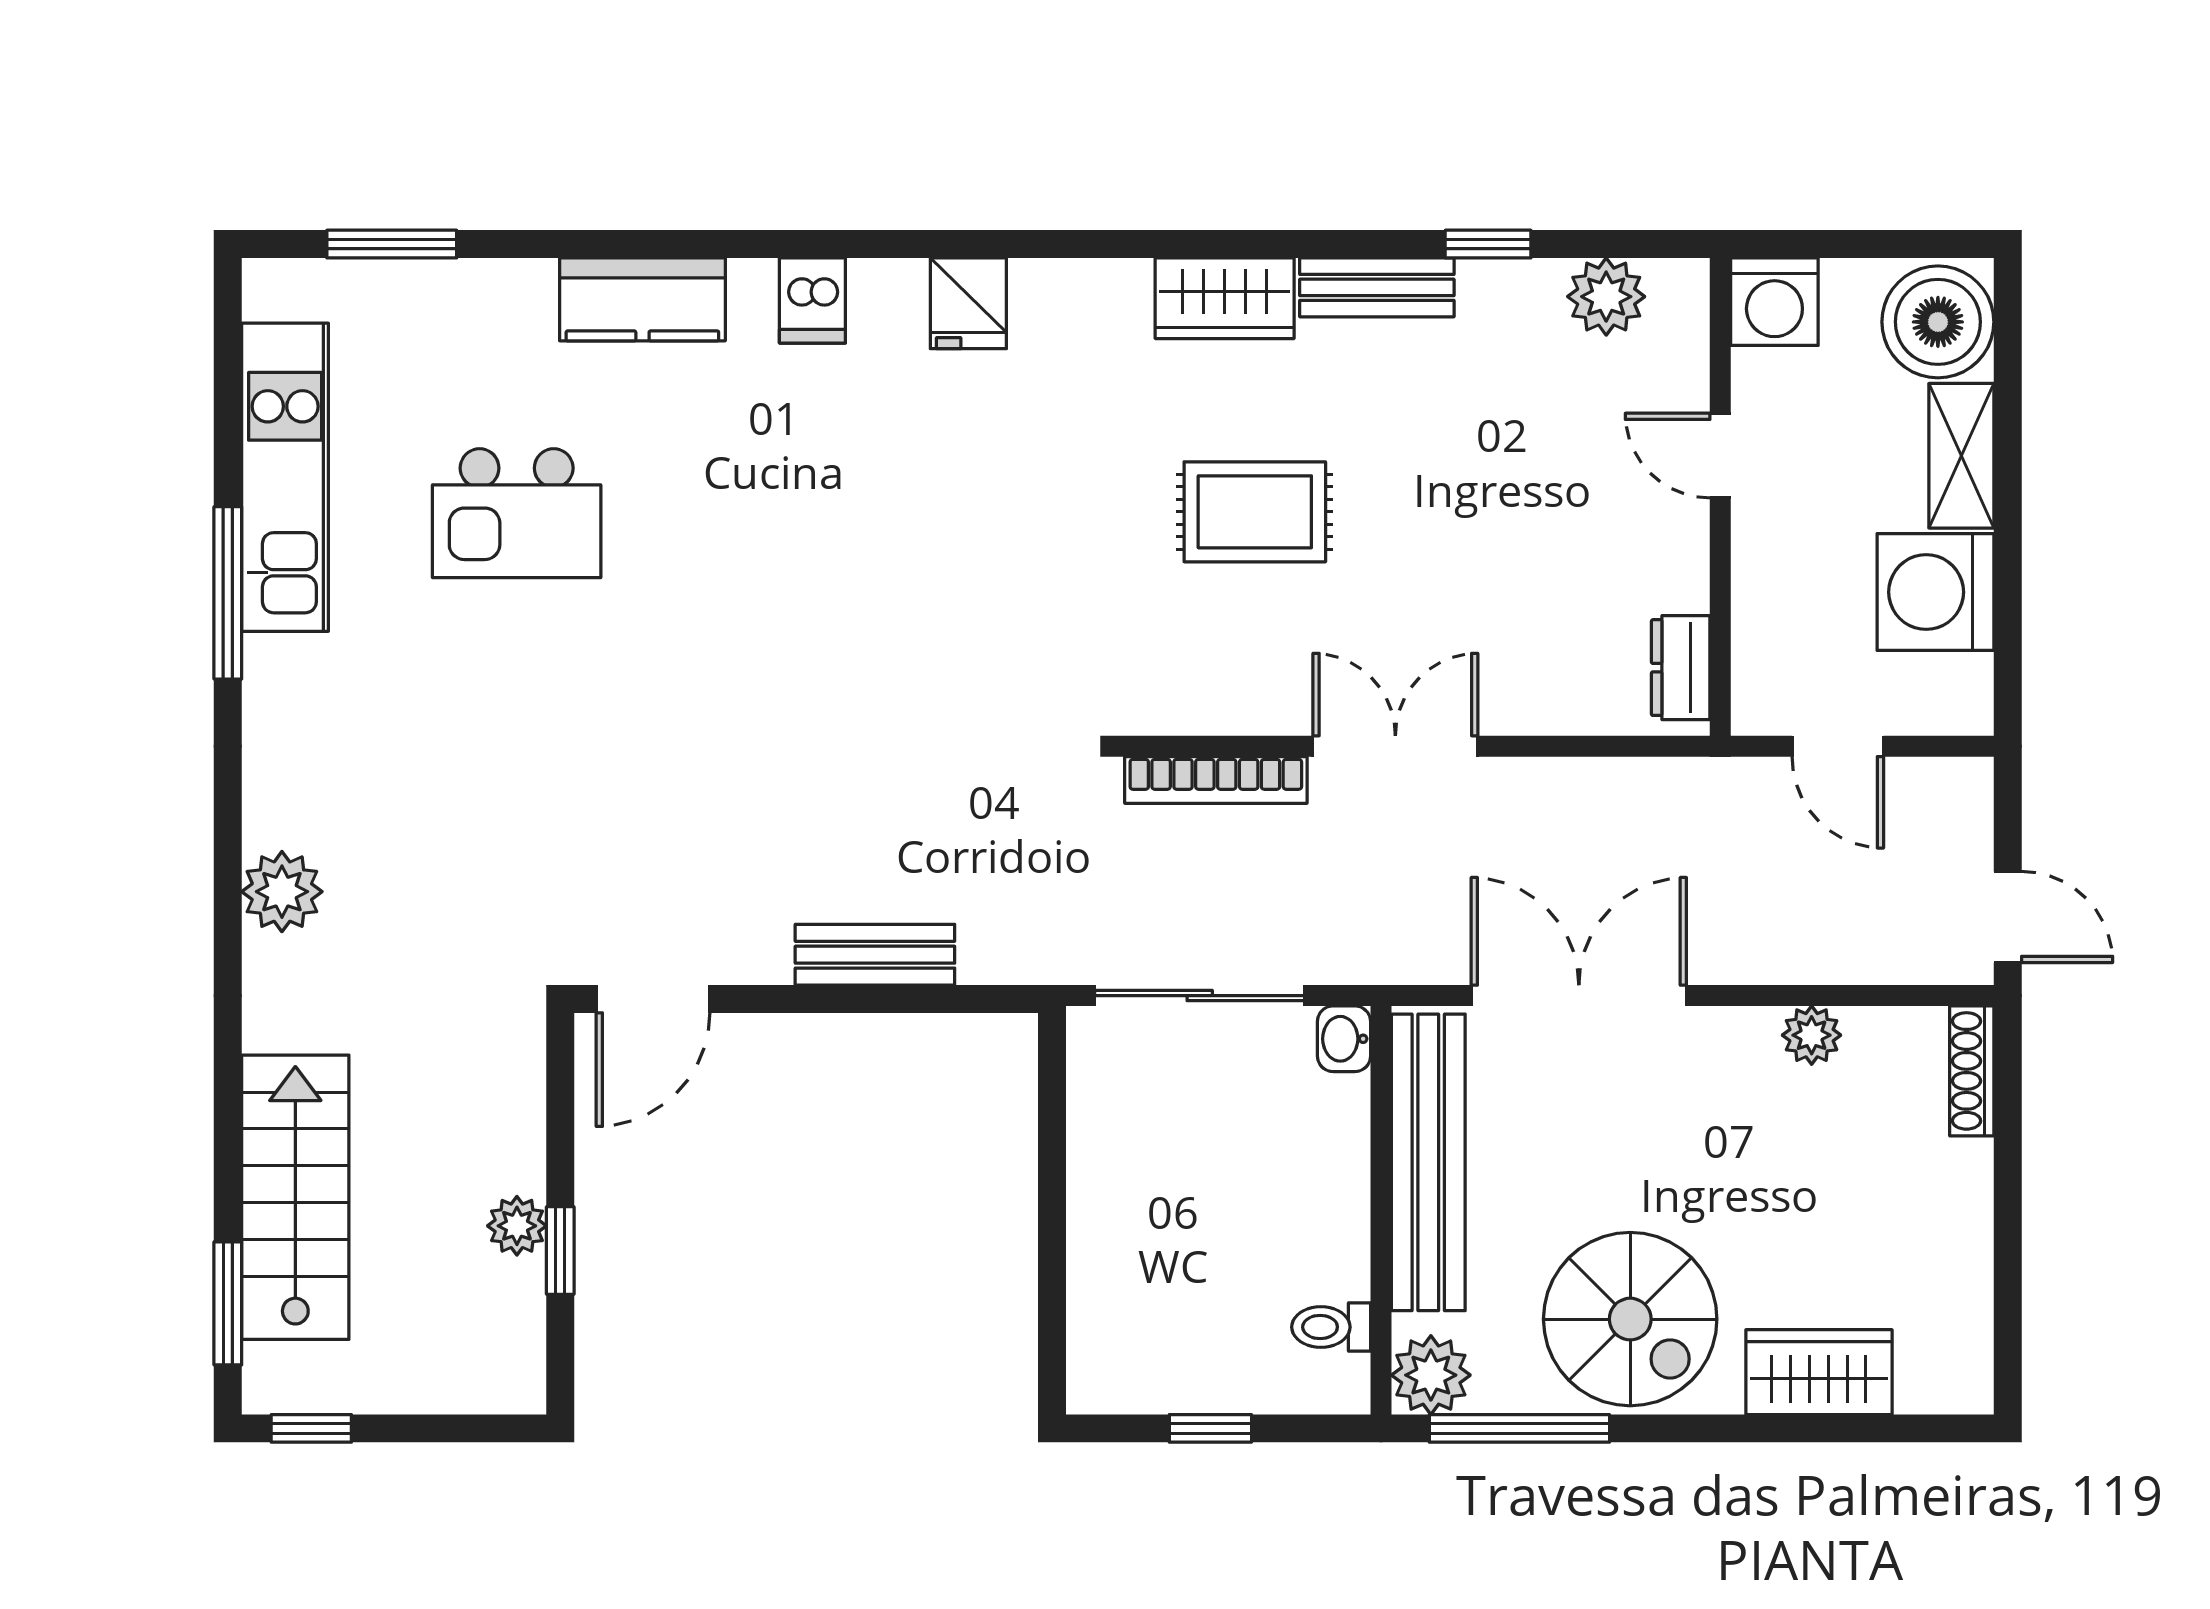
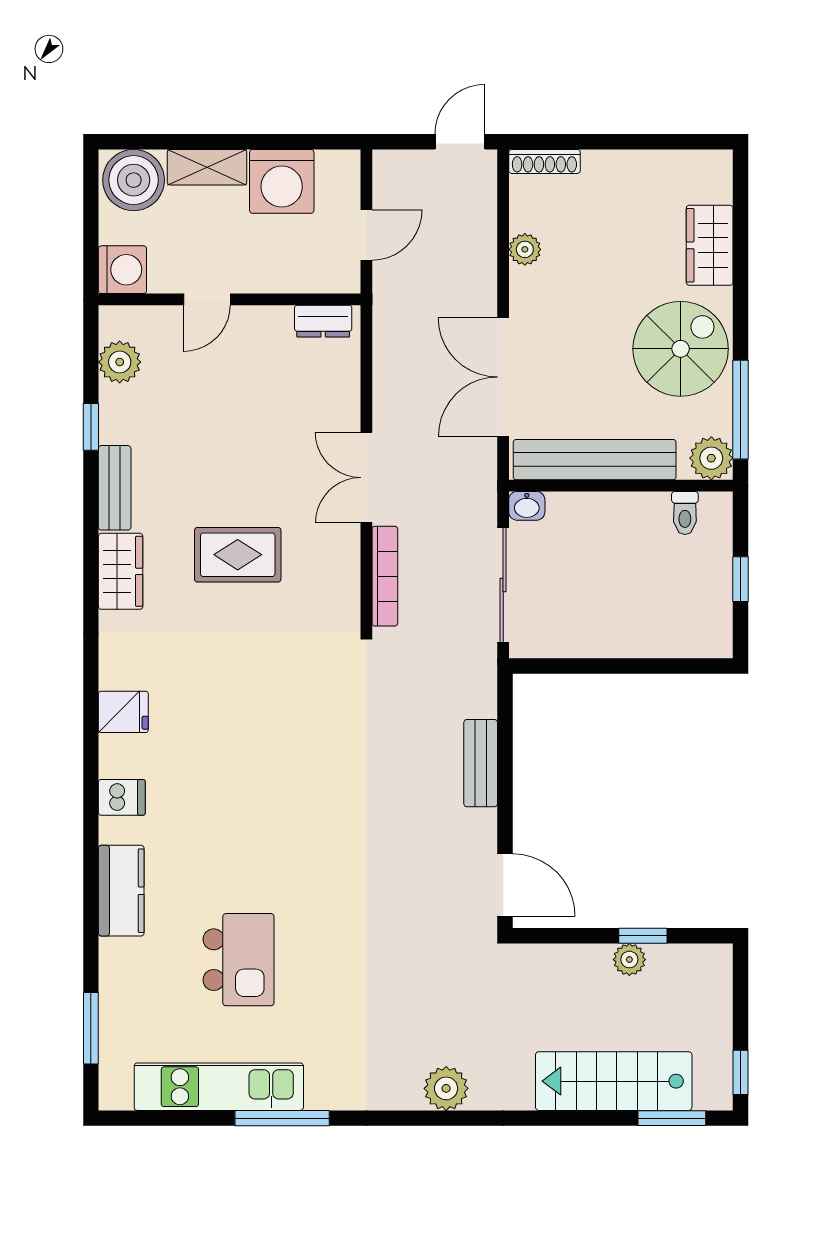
rug: (1255, 512) -> (238, 555), turned 90

